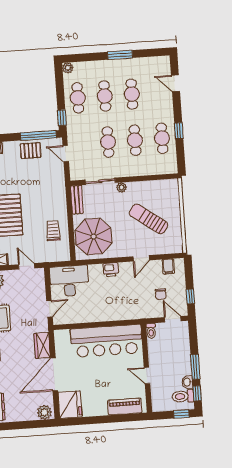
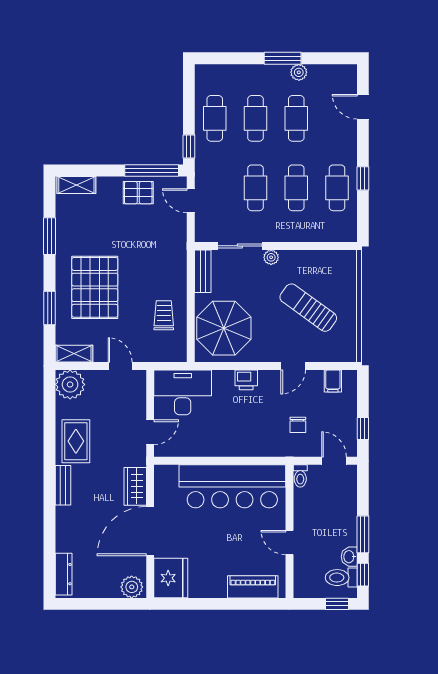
plant: (68, 68) -> (299, 72), moved
chair: (161, 294) -> (298, 425), moved

